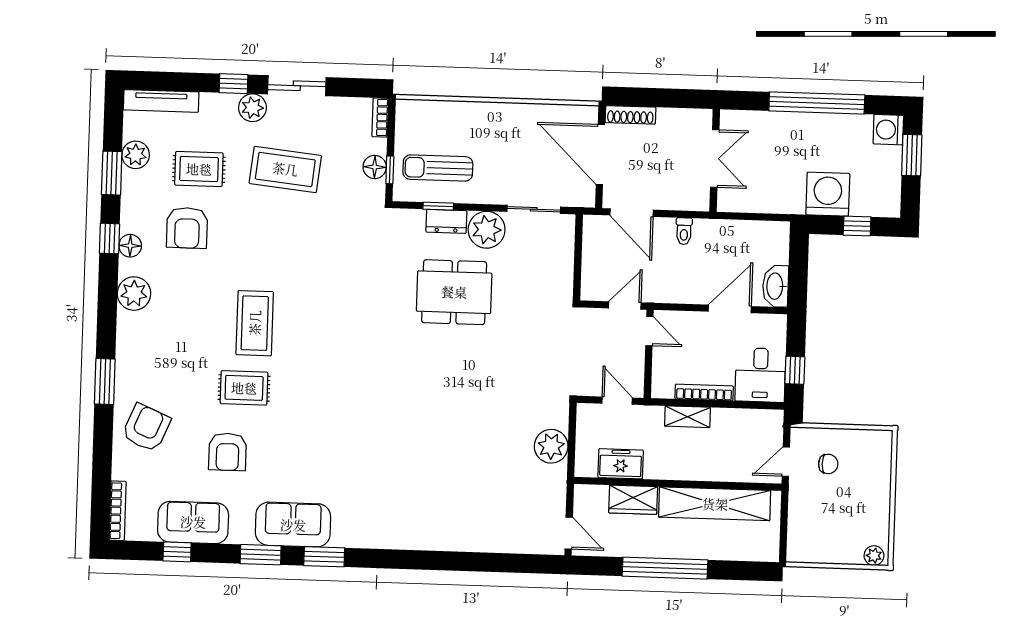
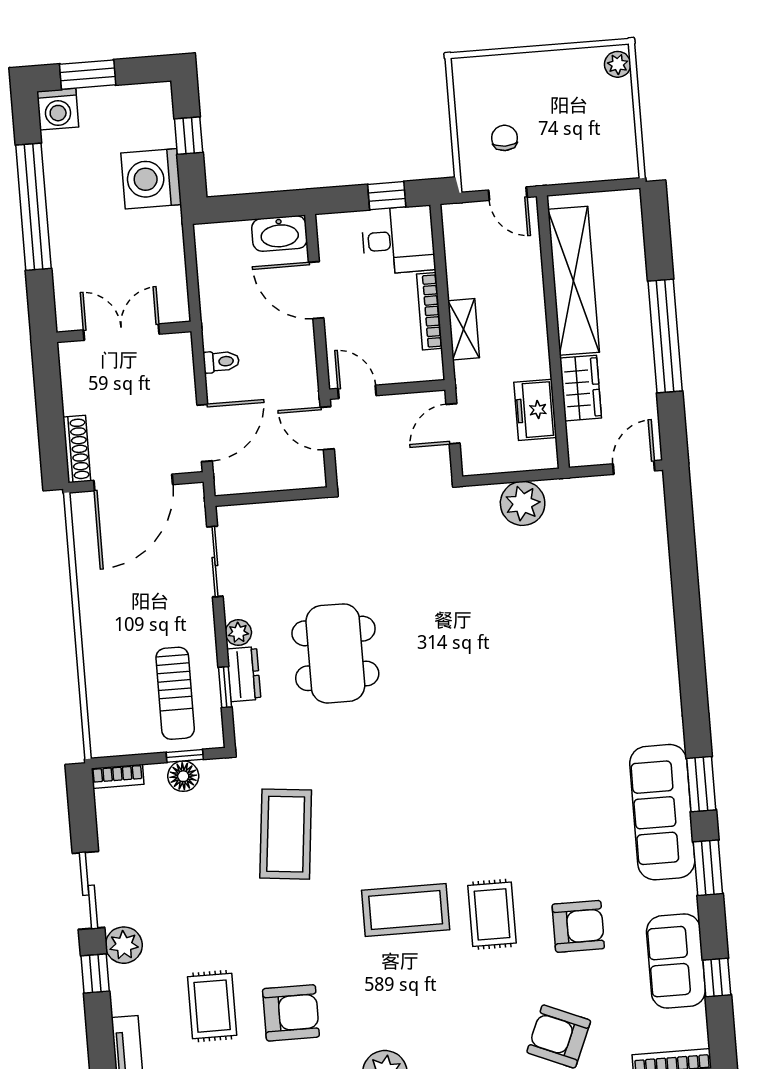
coffee table: (285, 169) -> (286, 834), moved
plant: (487, 230) -> (238, 632), width x0.53, depth x0.53
door: (649, 331) -> (357, 392), hinge flipped
sofa: (293, 525) -> (662, 812), width x1.36

